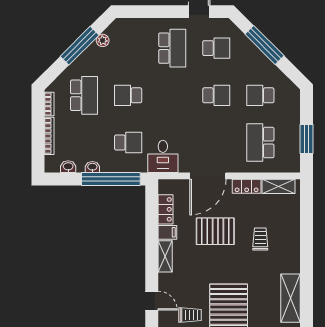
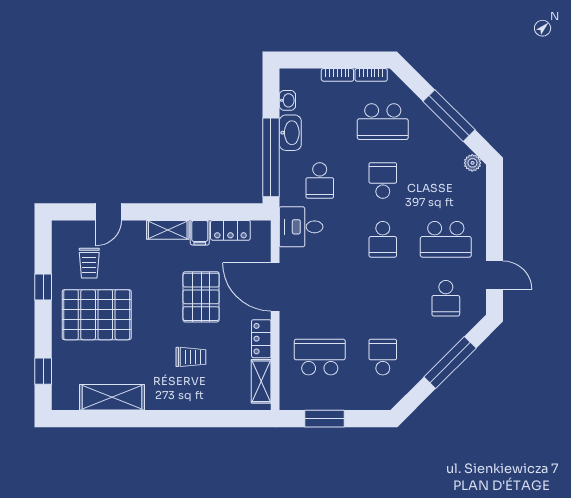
plant: (103, 40) -> (472, 163), moved
school desk: (216, 95) -> (383, 239), moved
bookcase: (49, 136) -> (337, 75), width x0.64
washbasin: (92, 167) -> (290, 133), width x1.91, depth x1.45

